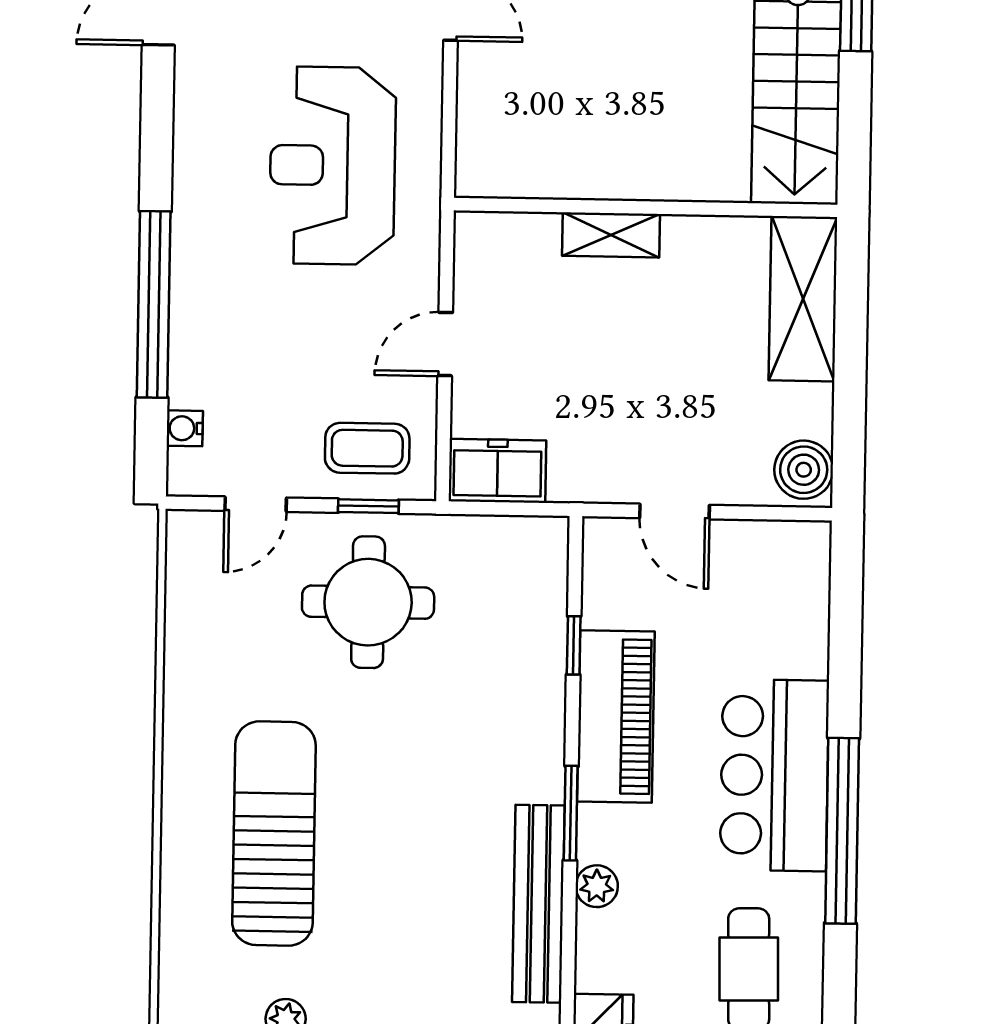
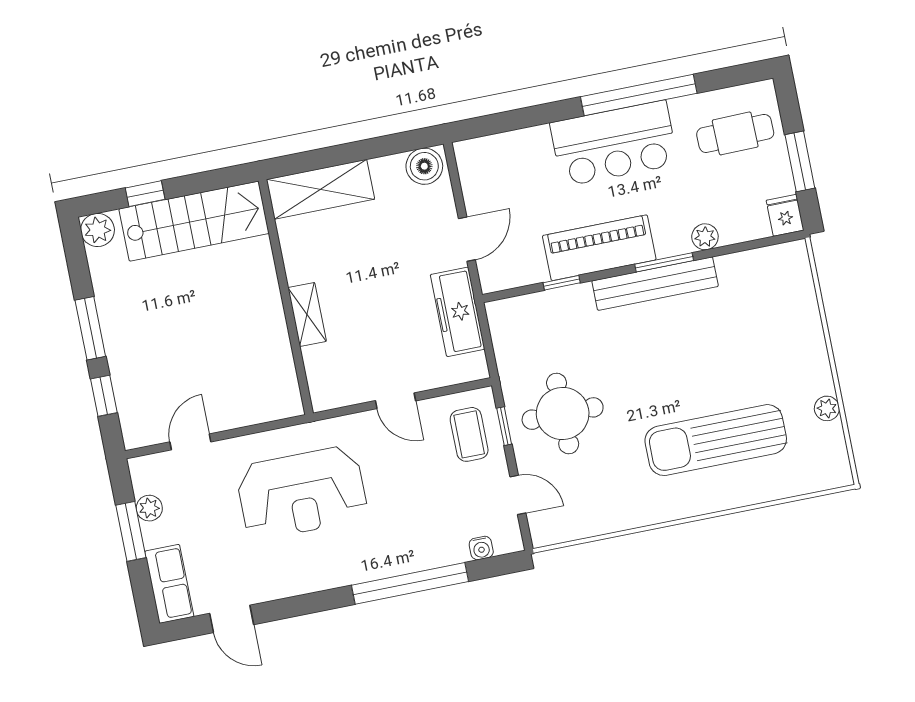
freezer: (497, 471) -> (458, 312), moved, width x1.40
bench: (538, 904) -> (655, 284), moved

